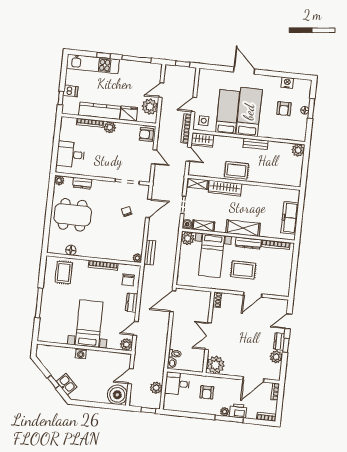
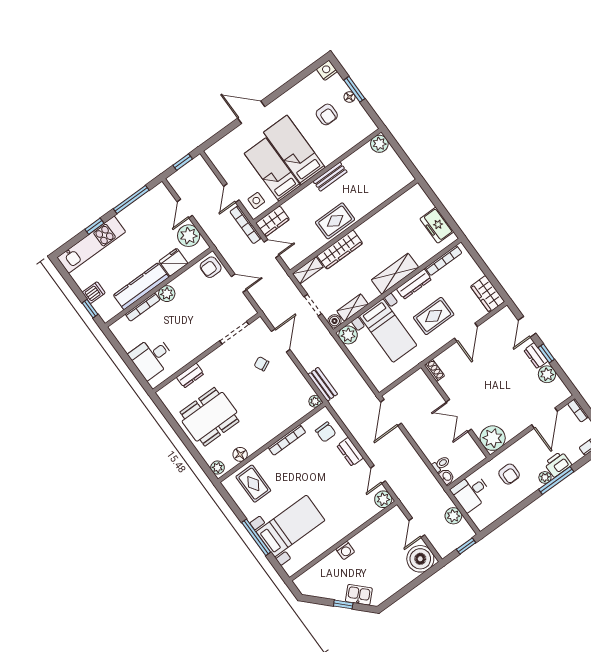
nightstand: (287, 83) -> (327, 70), moved
plant: (59, 180) -> (217, 468), moved
freezer: (290, 218) -> (437, 225), width x0.71
wardrobe: (283, 284) -> (488, 294), added
bed with nightstands: (89, 324) -> (291, 526), moved, turned 90

